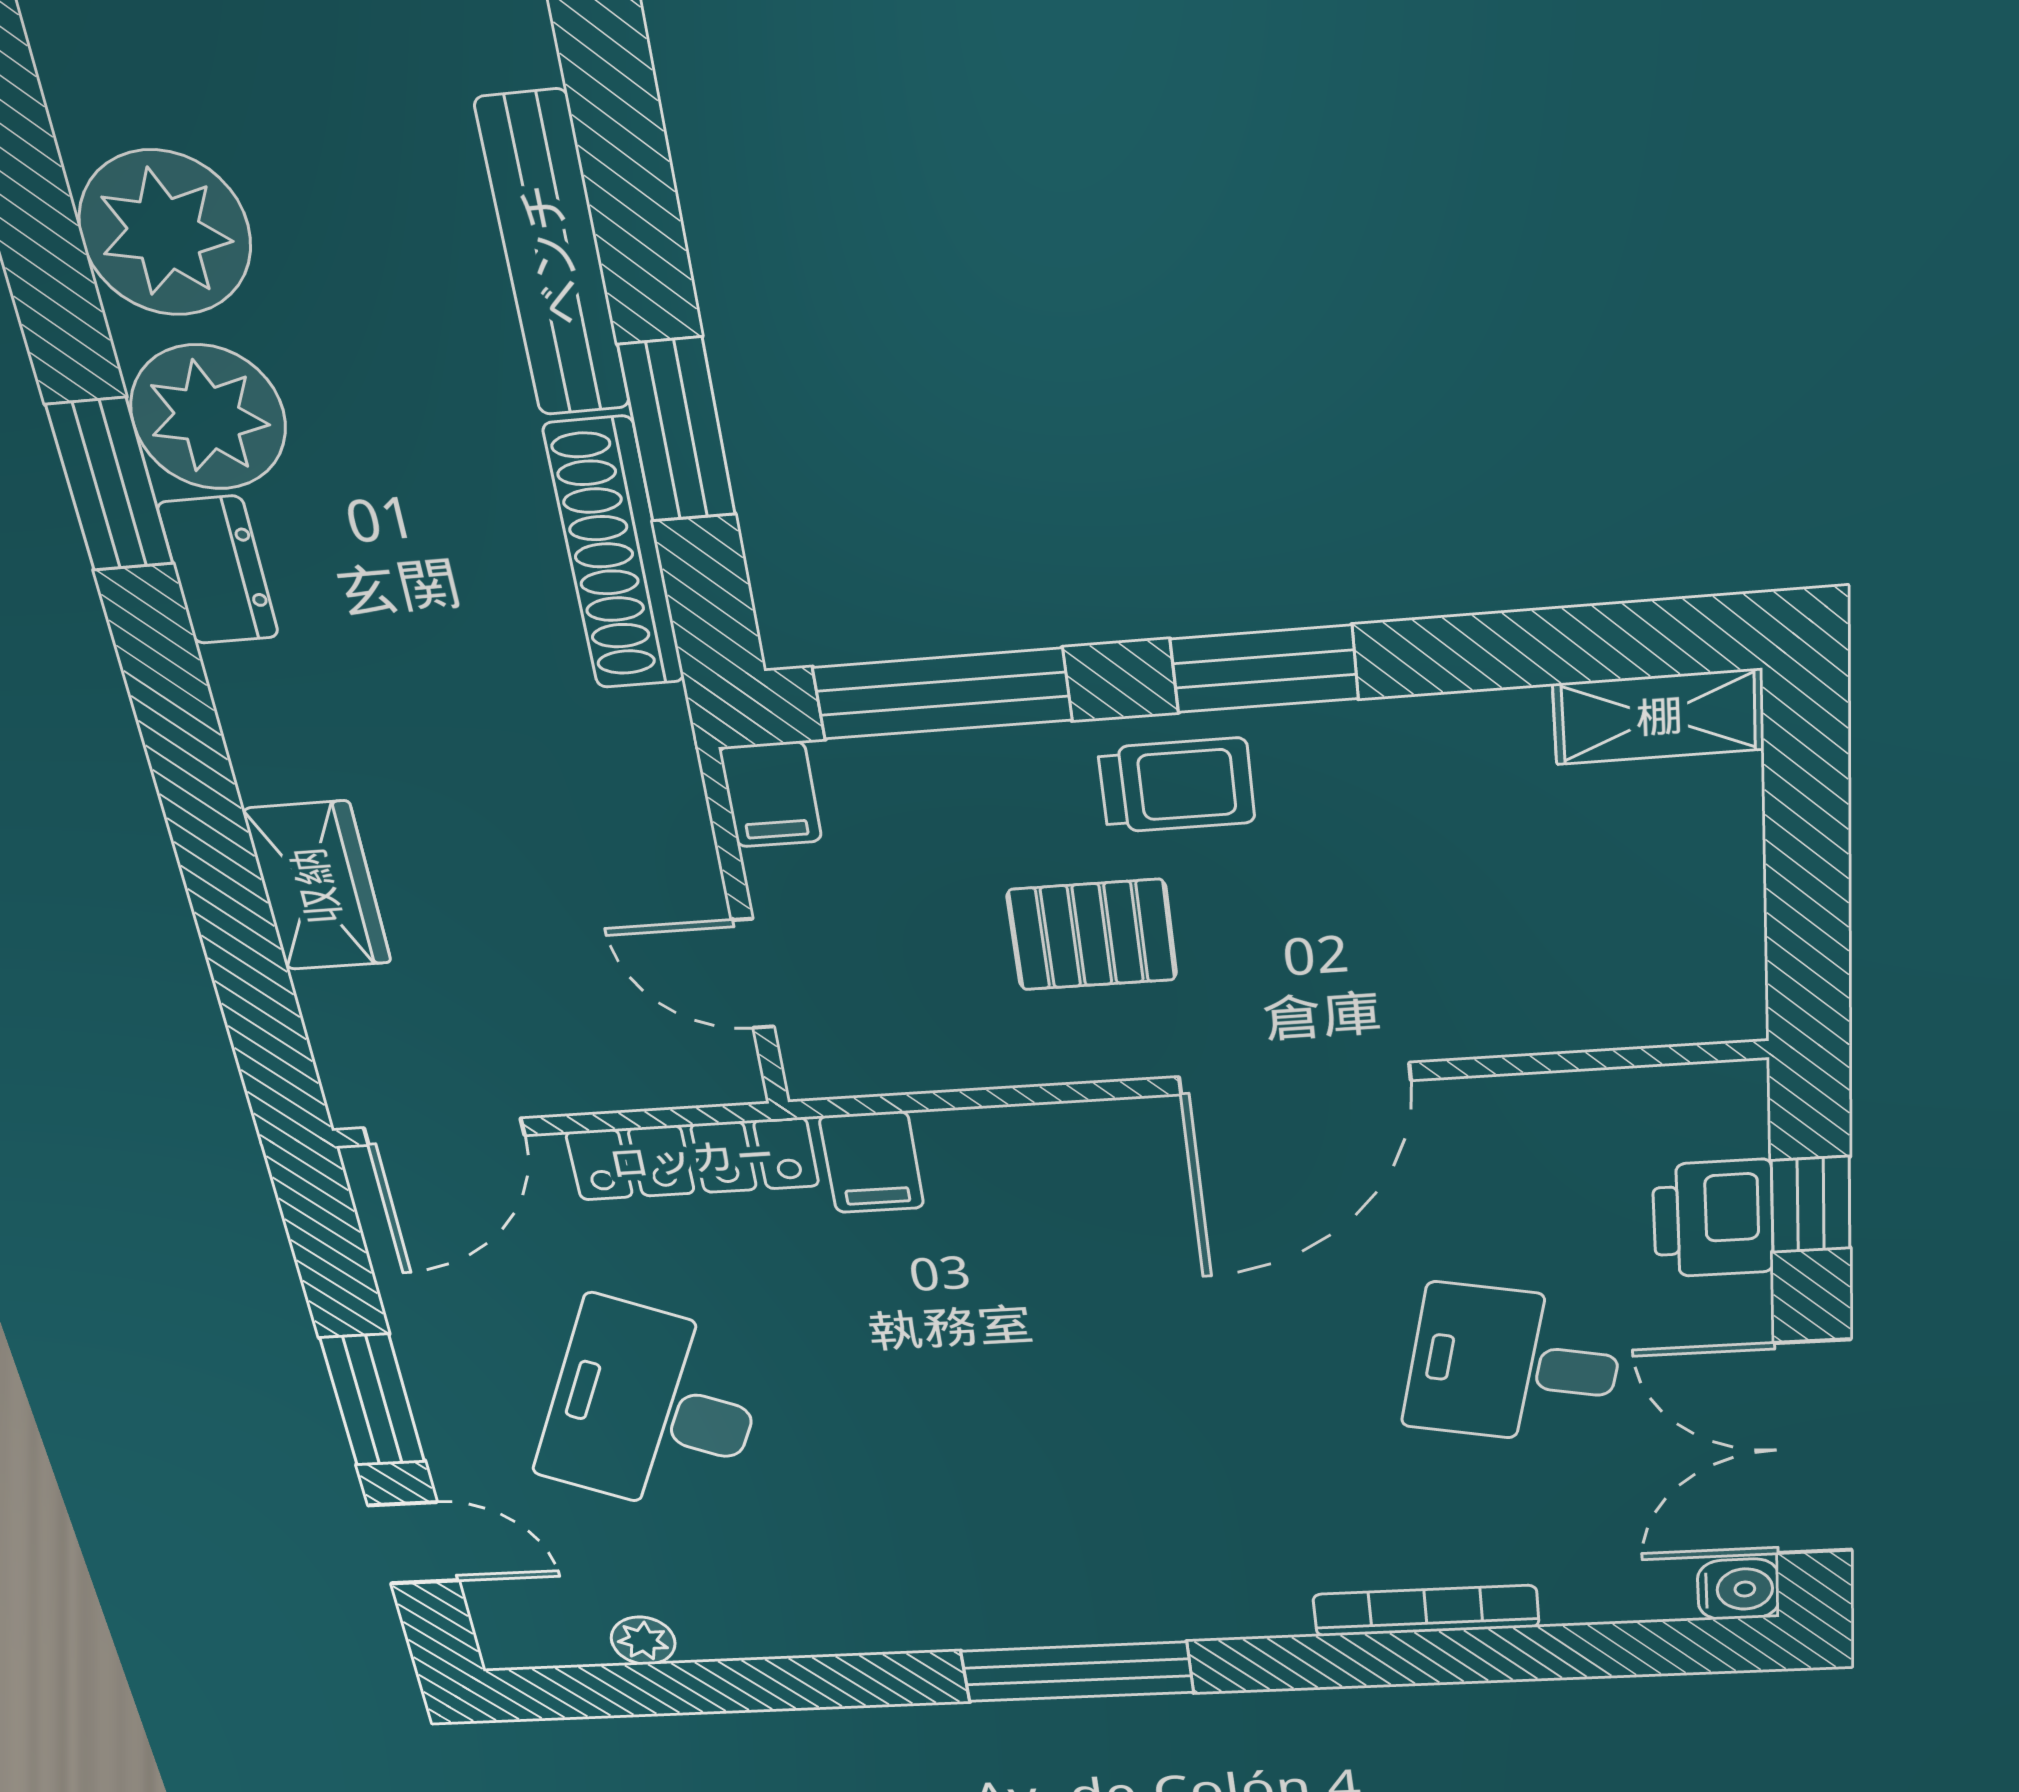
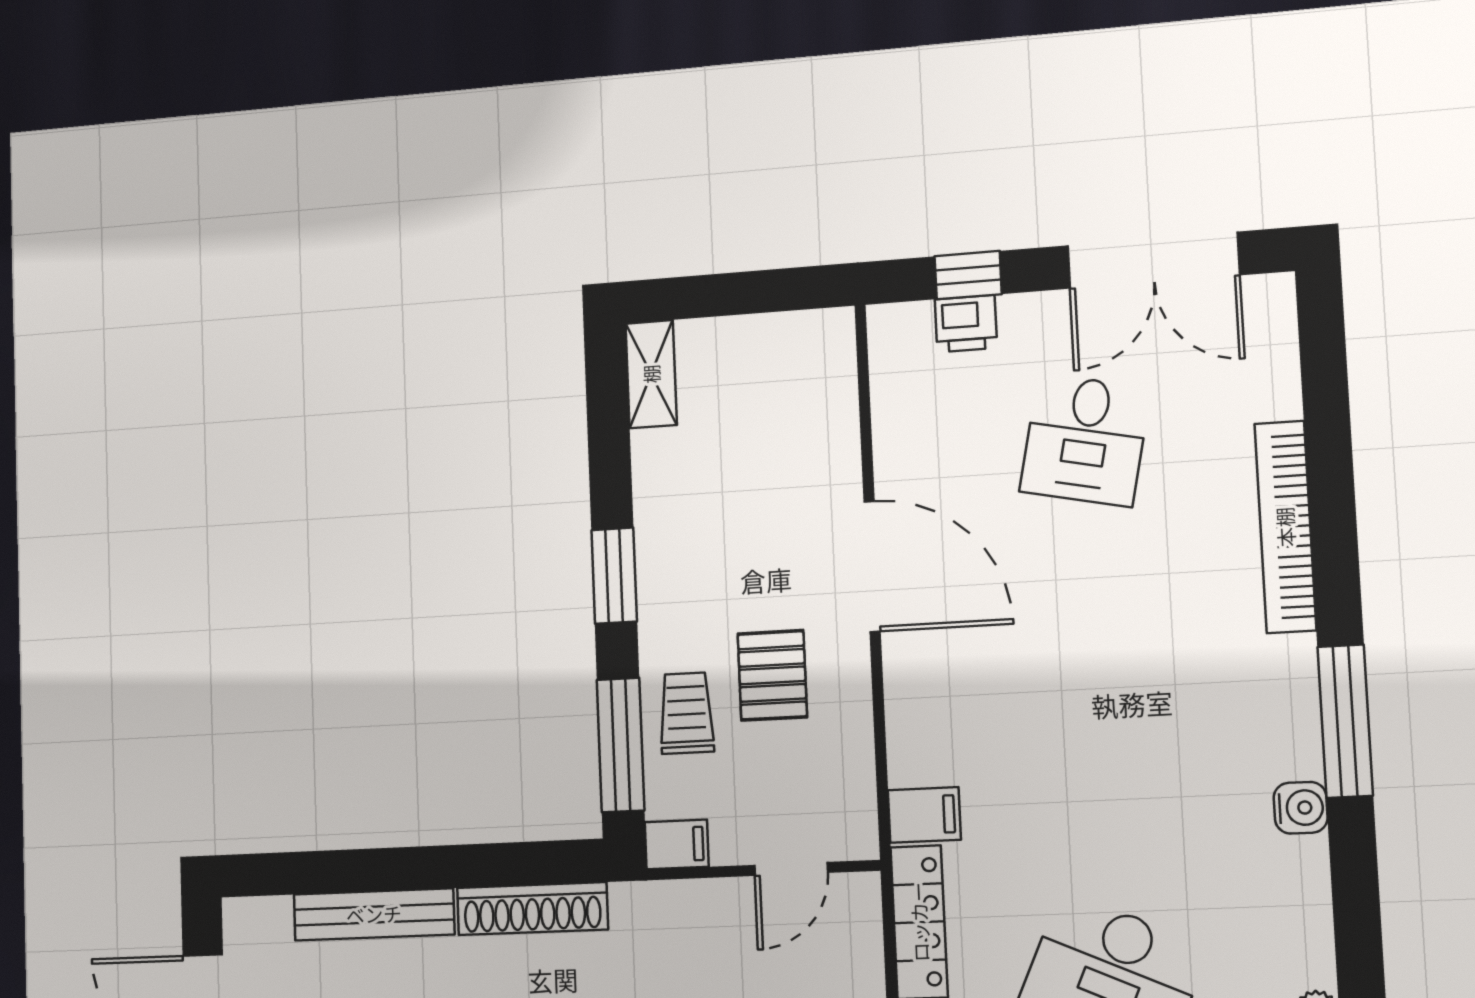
window: (677, 430) -> (467, 866), removed
trolley: (1177, 785) -> (686, 713), moved
printer: (1713, 1219) -> (966, 324), width x0.73, depth x0.81
water cooler: (1738, 1589) -> (1301, 808), moved, turned 90
bookcase: (1426, 1611) -> (1285, 527), width x1.48, depth x1.31

